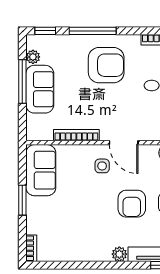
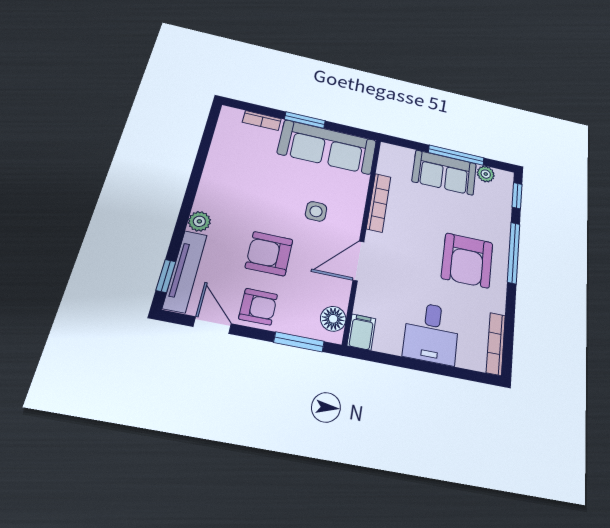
side table: (102, 166) -> (316, 211), moved
sofa: (41, 170) -> (327, 147), width x1.36
bookcase: (31, 248) -> (262, 121), moved

